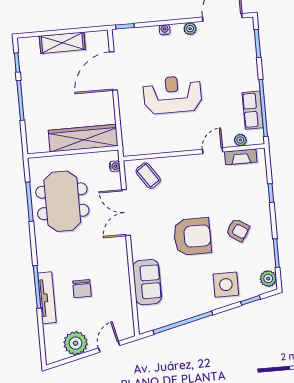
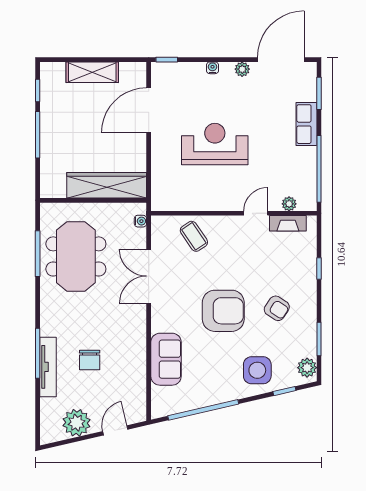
row of seats: (253, 110) -> (306, 124), moved
coffee table: (148, 176) -> (194, 236), moved

